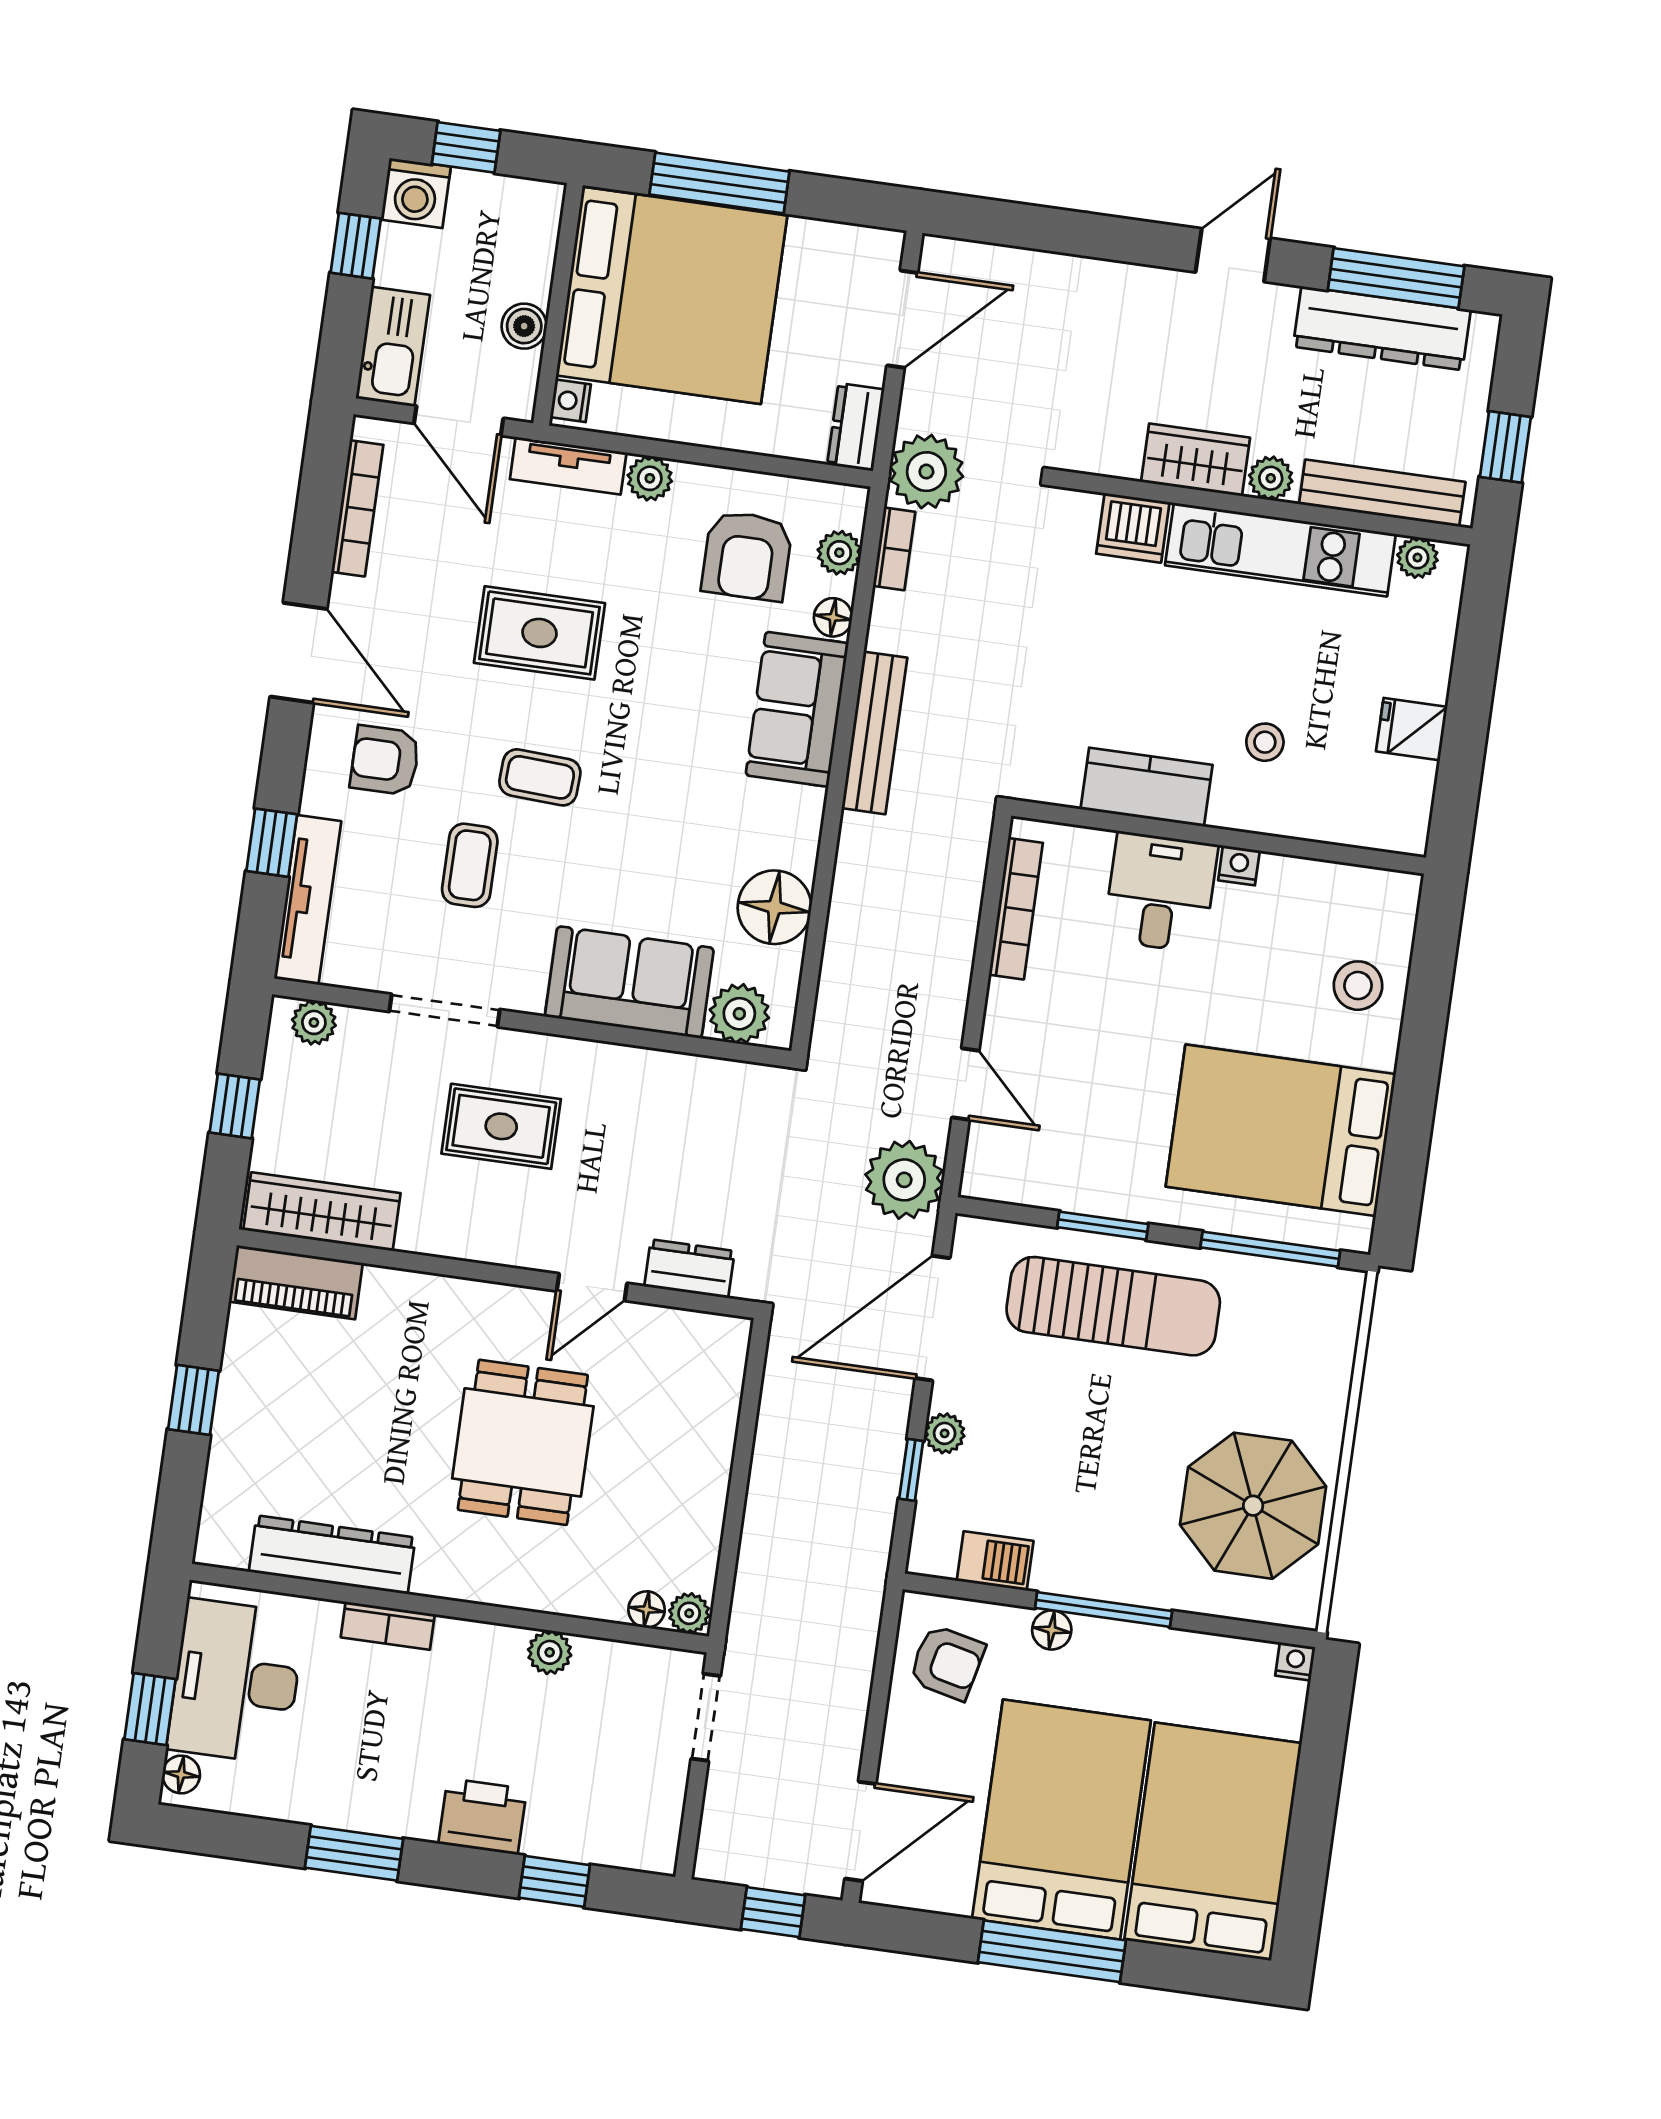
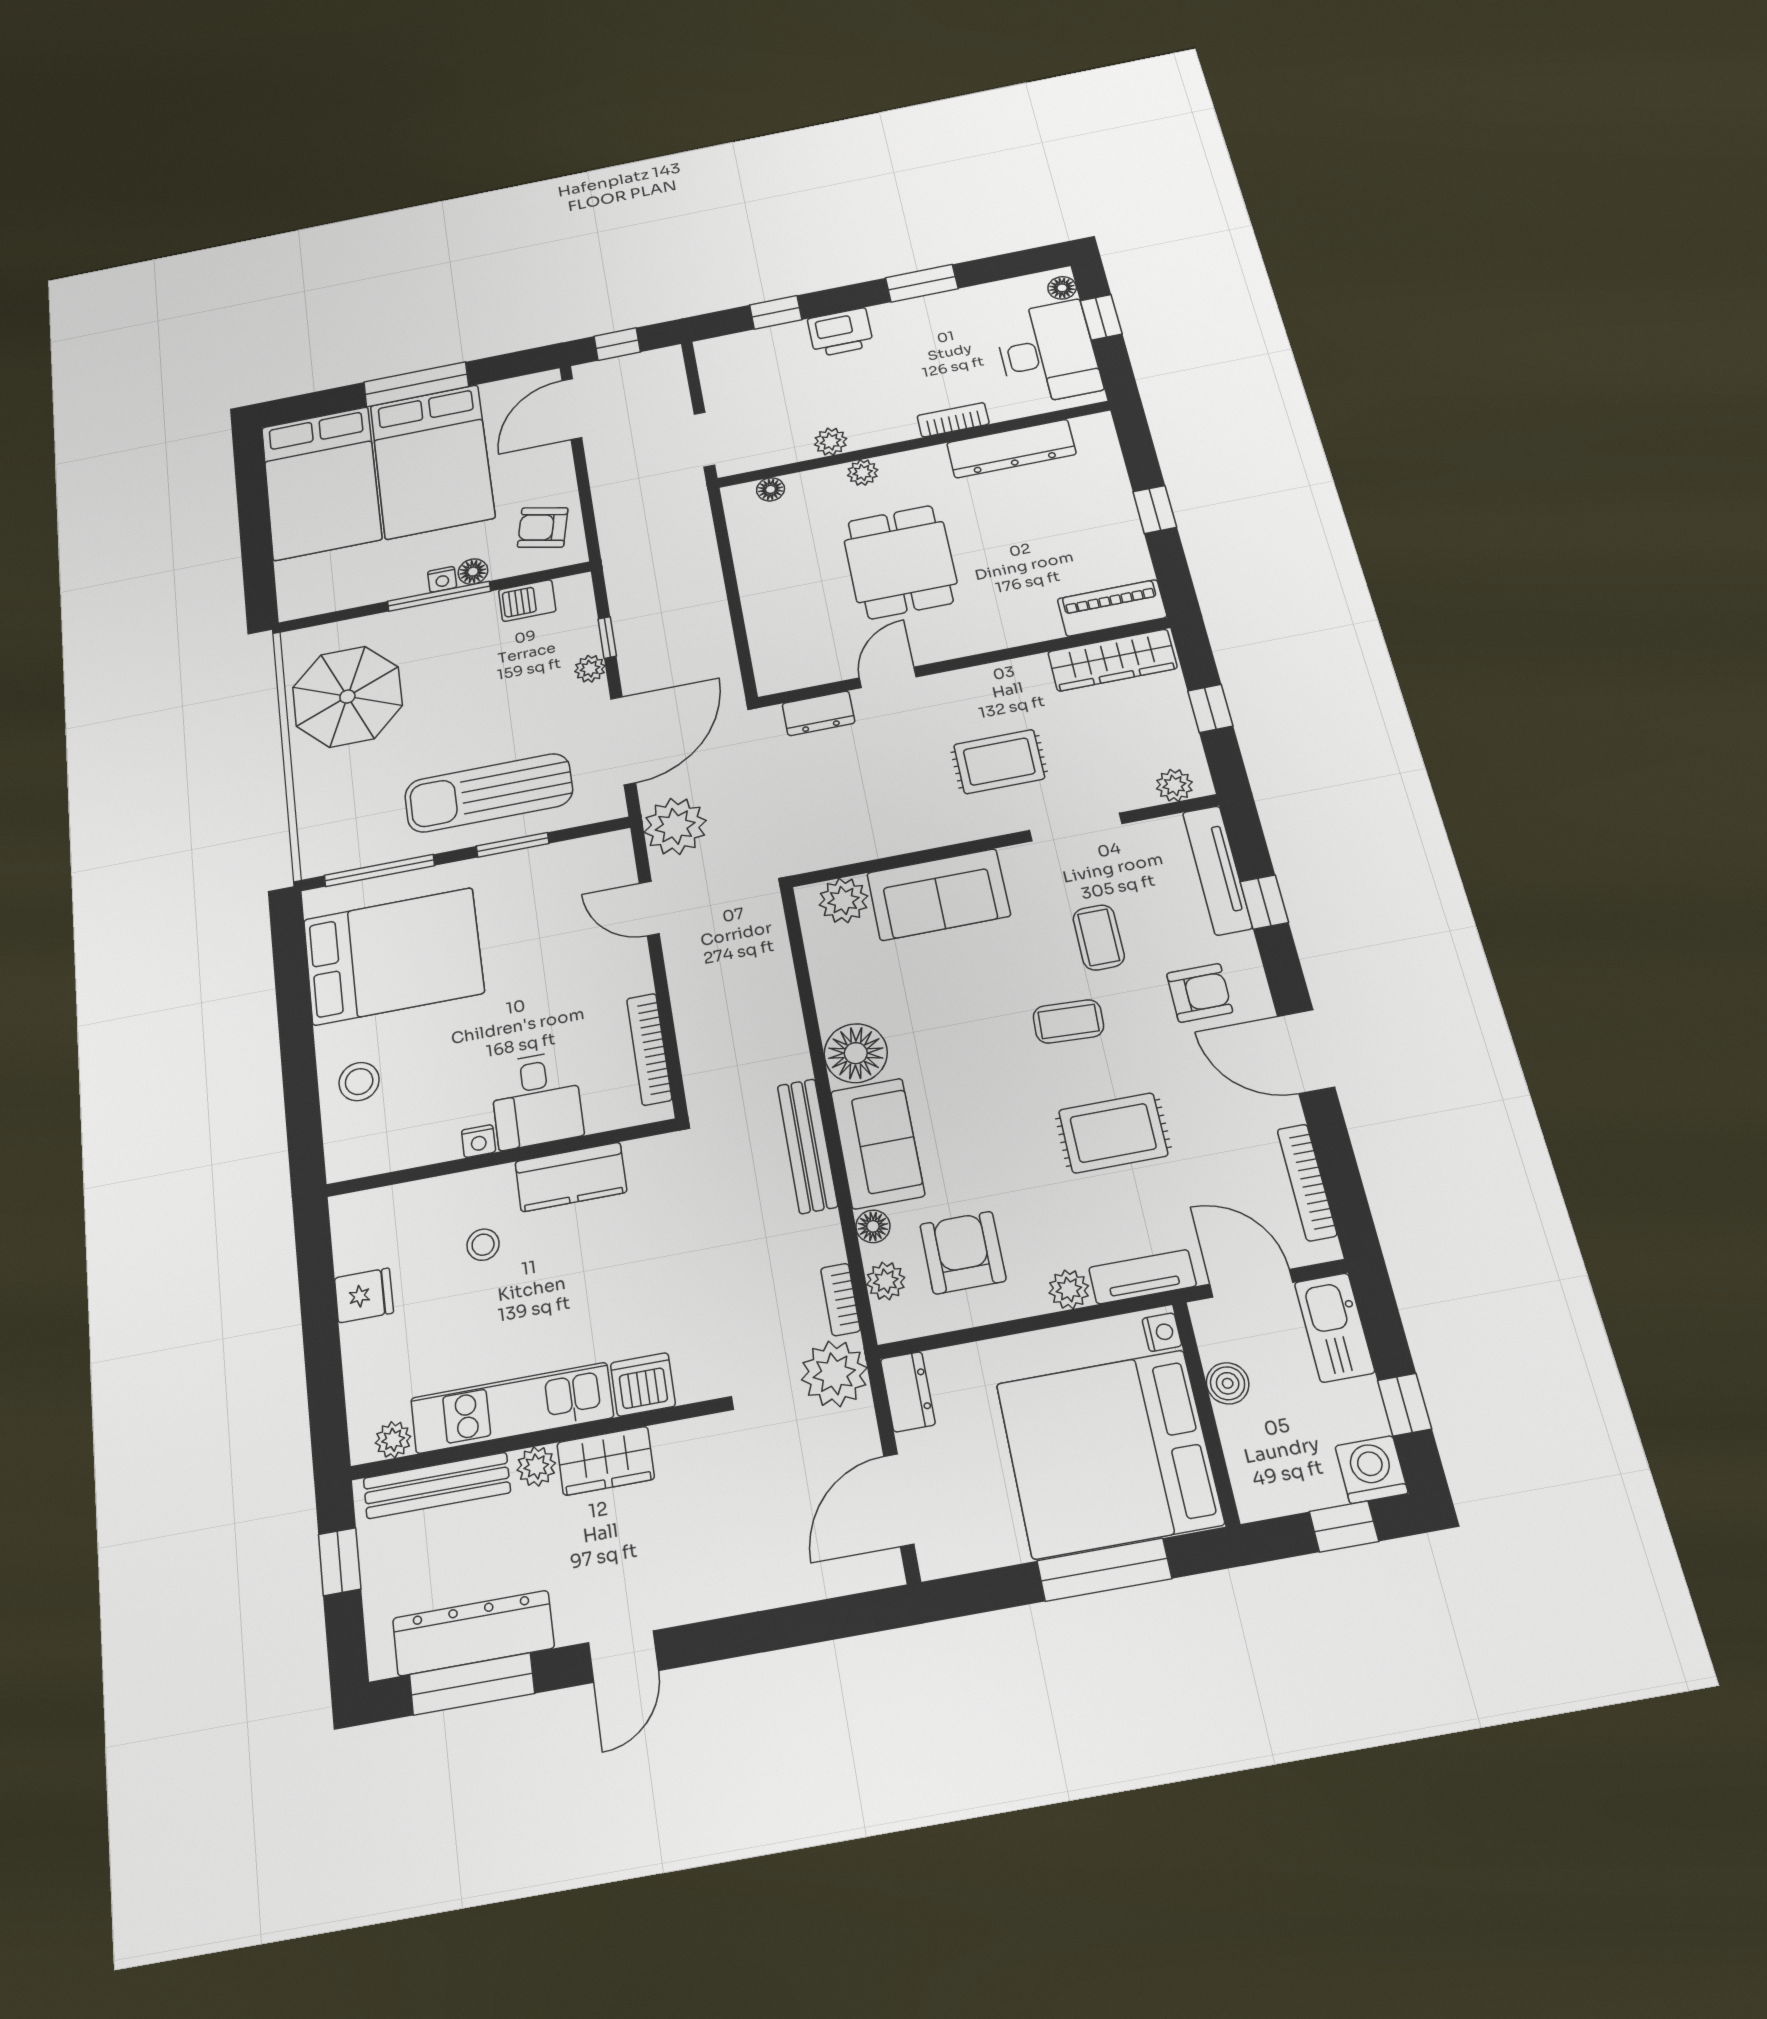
floor lamp: (774, 907) -> (856, 1053), moved
plant: (689, 1613) -> (863, 473), moved
nightstand: (1295, 1661) -> (442, 579), moved

